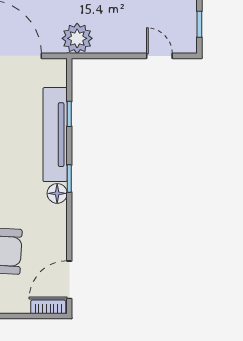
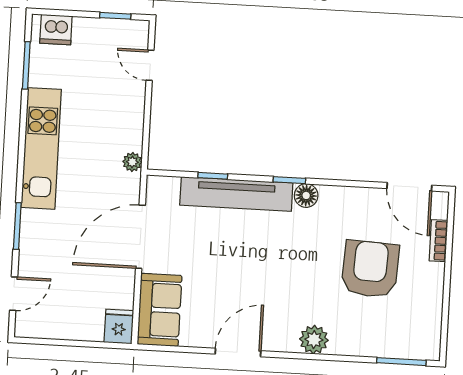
plant: (77, 38) -> (132, 162), width x0.53, depth x0.53
door: (159, 56) -> (150, 65), hinge flipped
bookcase: (48, 307) -> (438, 241), moved

